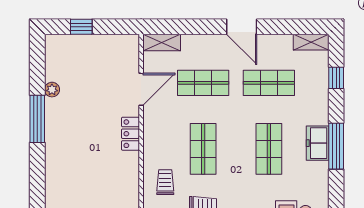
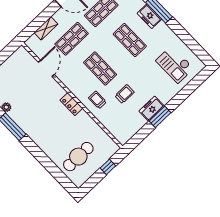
shelving: (162, 42) -> (46, 28), moved
locker: (130, 134) -> (71, 104), moved

